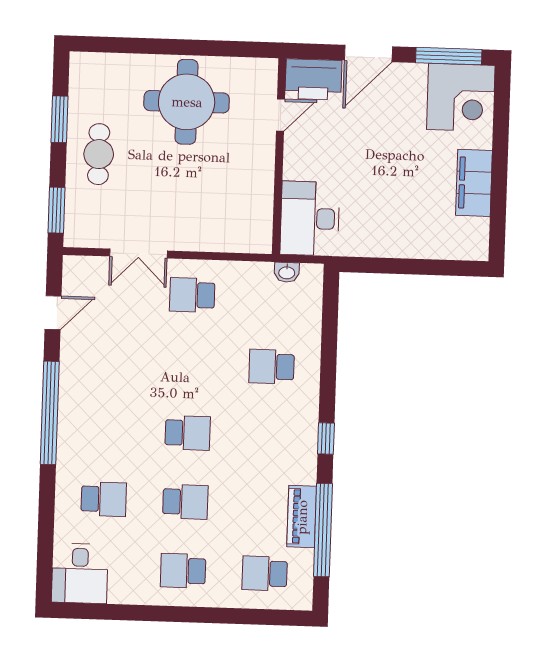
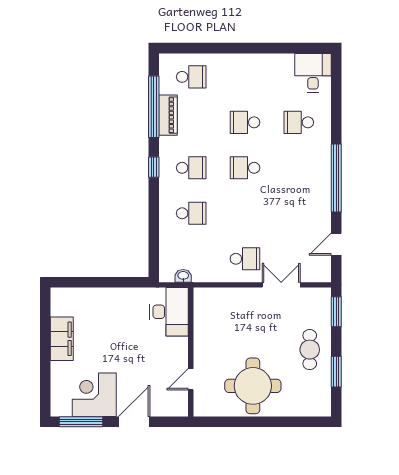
printer: (313, 79) -> (170, 403), removed
corner desk: (461, 98) -> (94, 395), moved
school desk: (183, 571) -> (191, 168), moved

